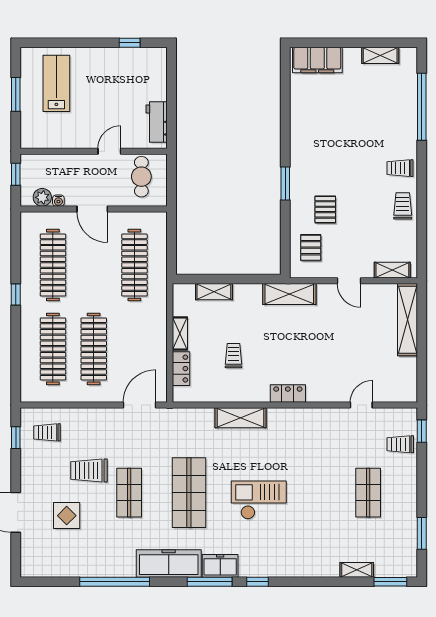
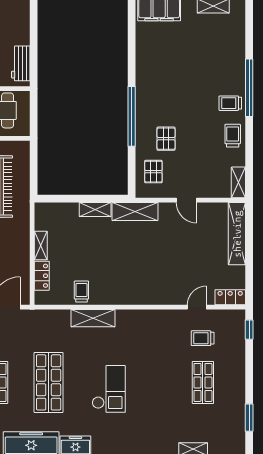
window: (422, 107) -> (249, 88), moved
window: (285, 183) -> (132, 116), width x2.11
shelving: (392, 270) -> (238, 182), moved, turned 90
shelving: (214, 292) -> (95, 209), moved
trolley: (233, 356) -> (81, 292), moved
locker: (288, 393) -> (230, 297), moved
trolley: (400, 444) -> (203, 338), moved
checkout: (259, 500) -> (109, 389), turned 90

